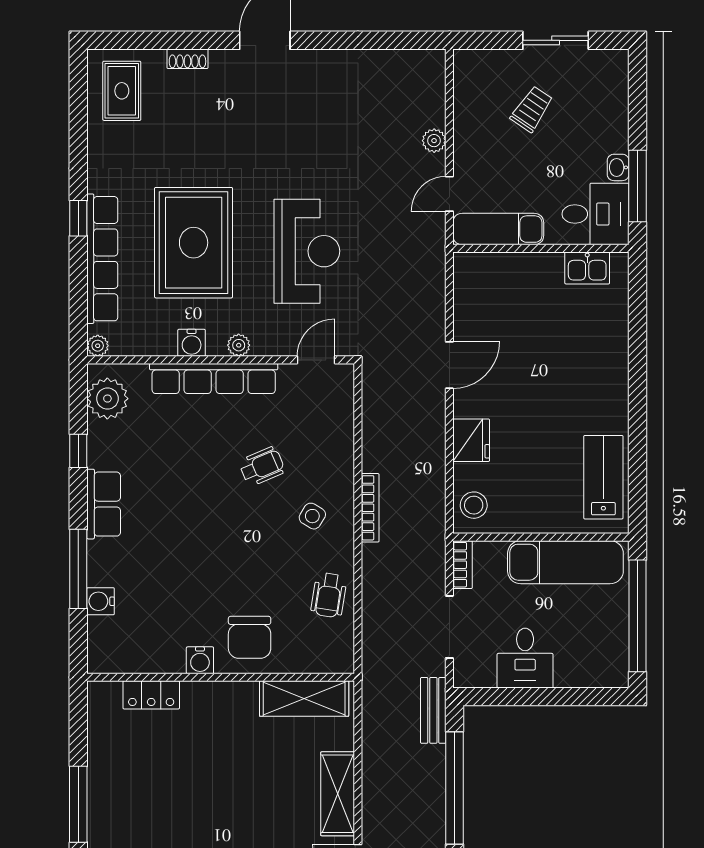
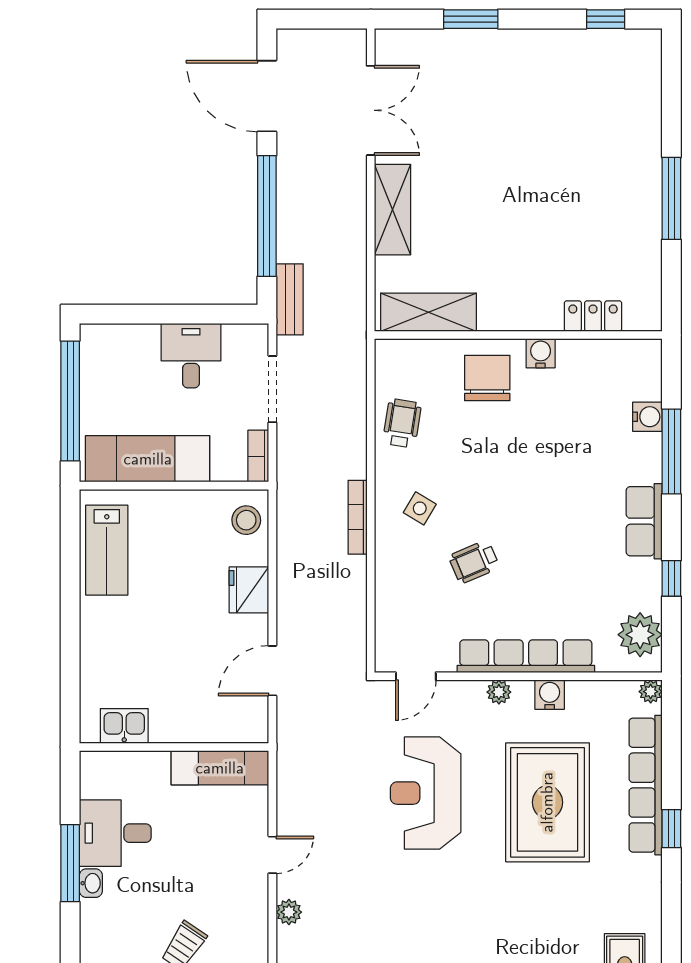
exam couch: (498, 229) -> (220, 768), moved
wall: (541, 248) -> (174, 747), moved
kitchen sink: (587, 268) -> (124, 726), moved

